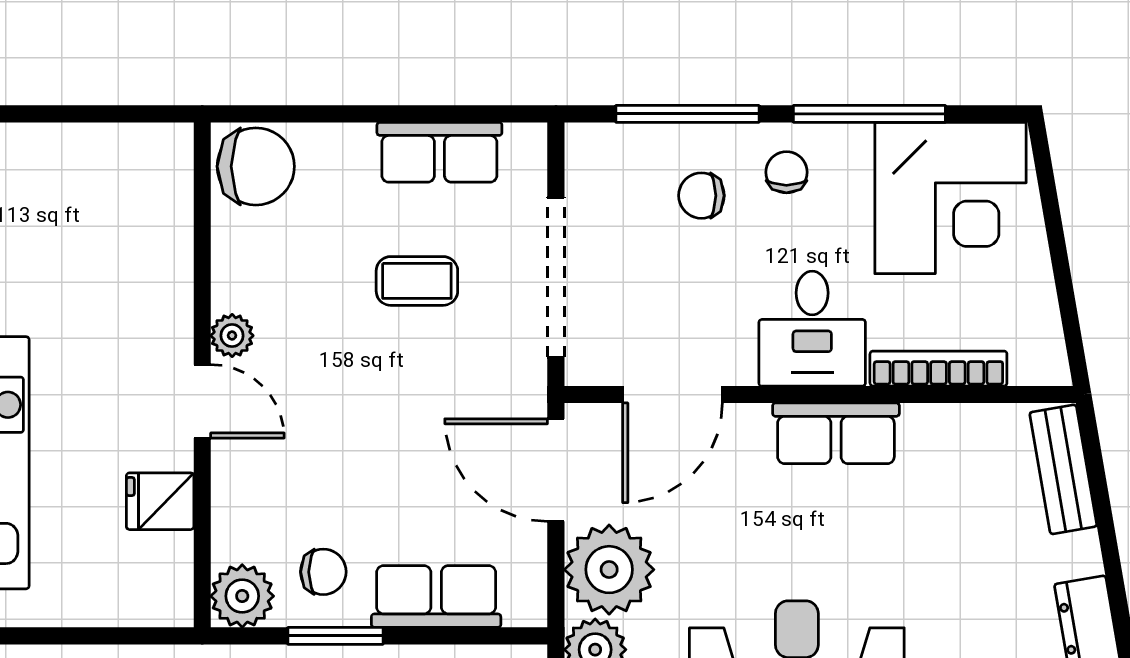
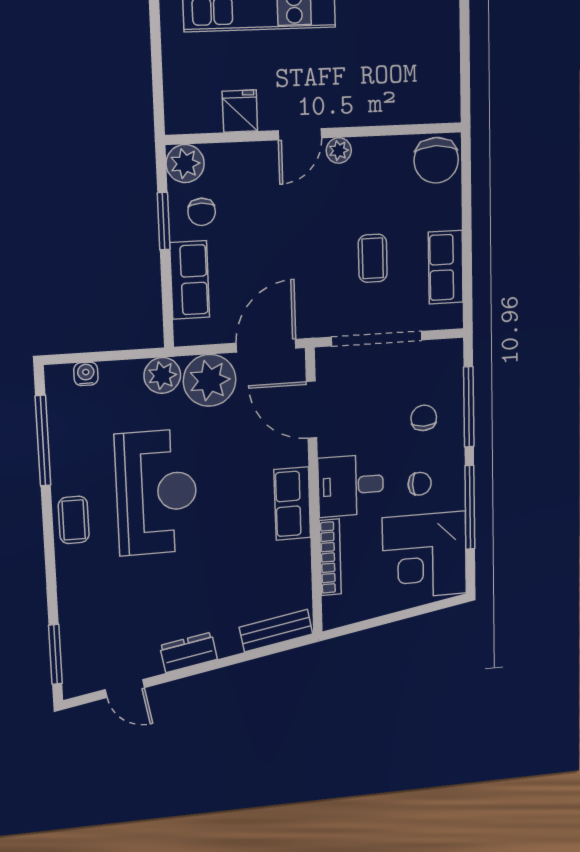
chair: (786, 172) -> (420, 484), moved

